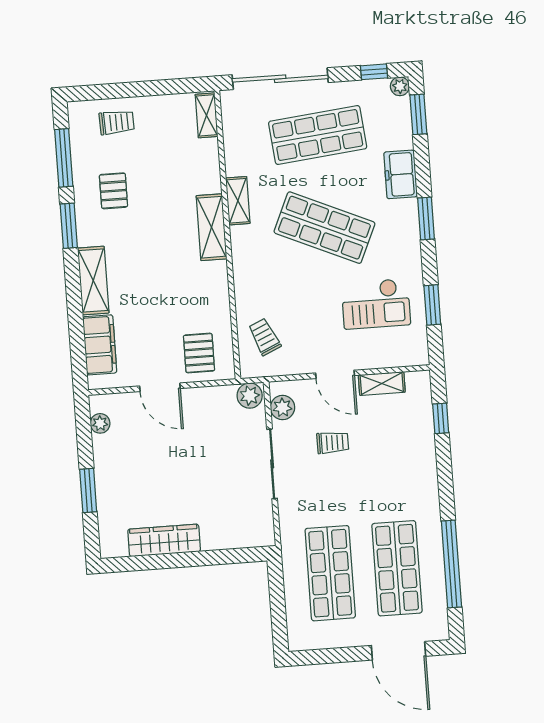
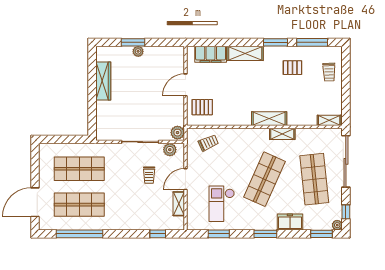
plant: (100, 423) -> (138, 51), moved

